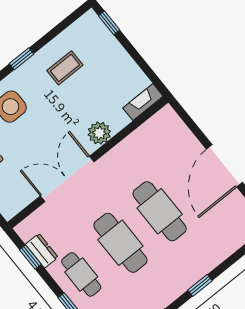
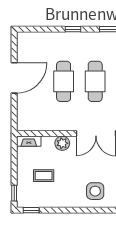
window: (21, 59) -> (31, 210), moved
coffee table: (65, 68) -> (44, 176), moved

